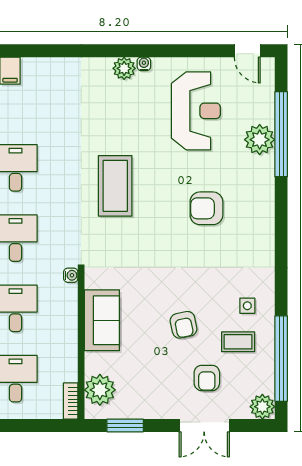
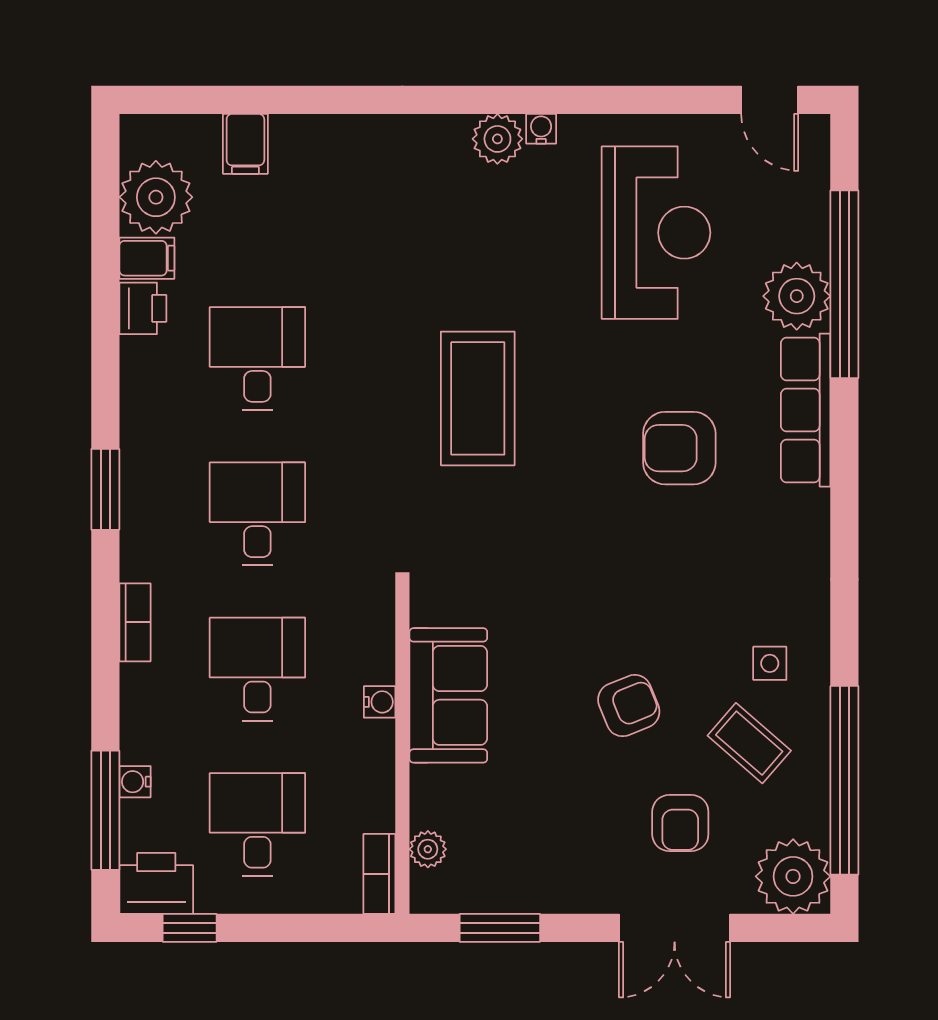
row of seats: (264, 191) -> (806, 410), added
water cooler: (71, 275) -> (380, 702), moved
armchair: (184, 325) -> (629, 706), turned -100
coffee table: (238, 342) -> (749, 743), turned 41
plant: (100, 390) -> (428, 849), width x0.53, depth x0.53
plant: (262, 407) -> (793, 876), width x1.36, depth x1.36

